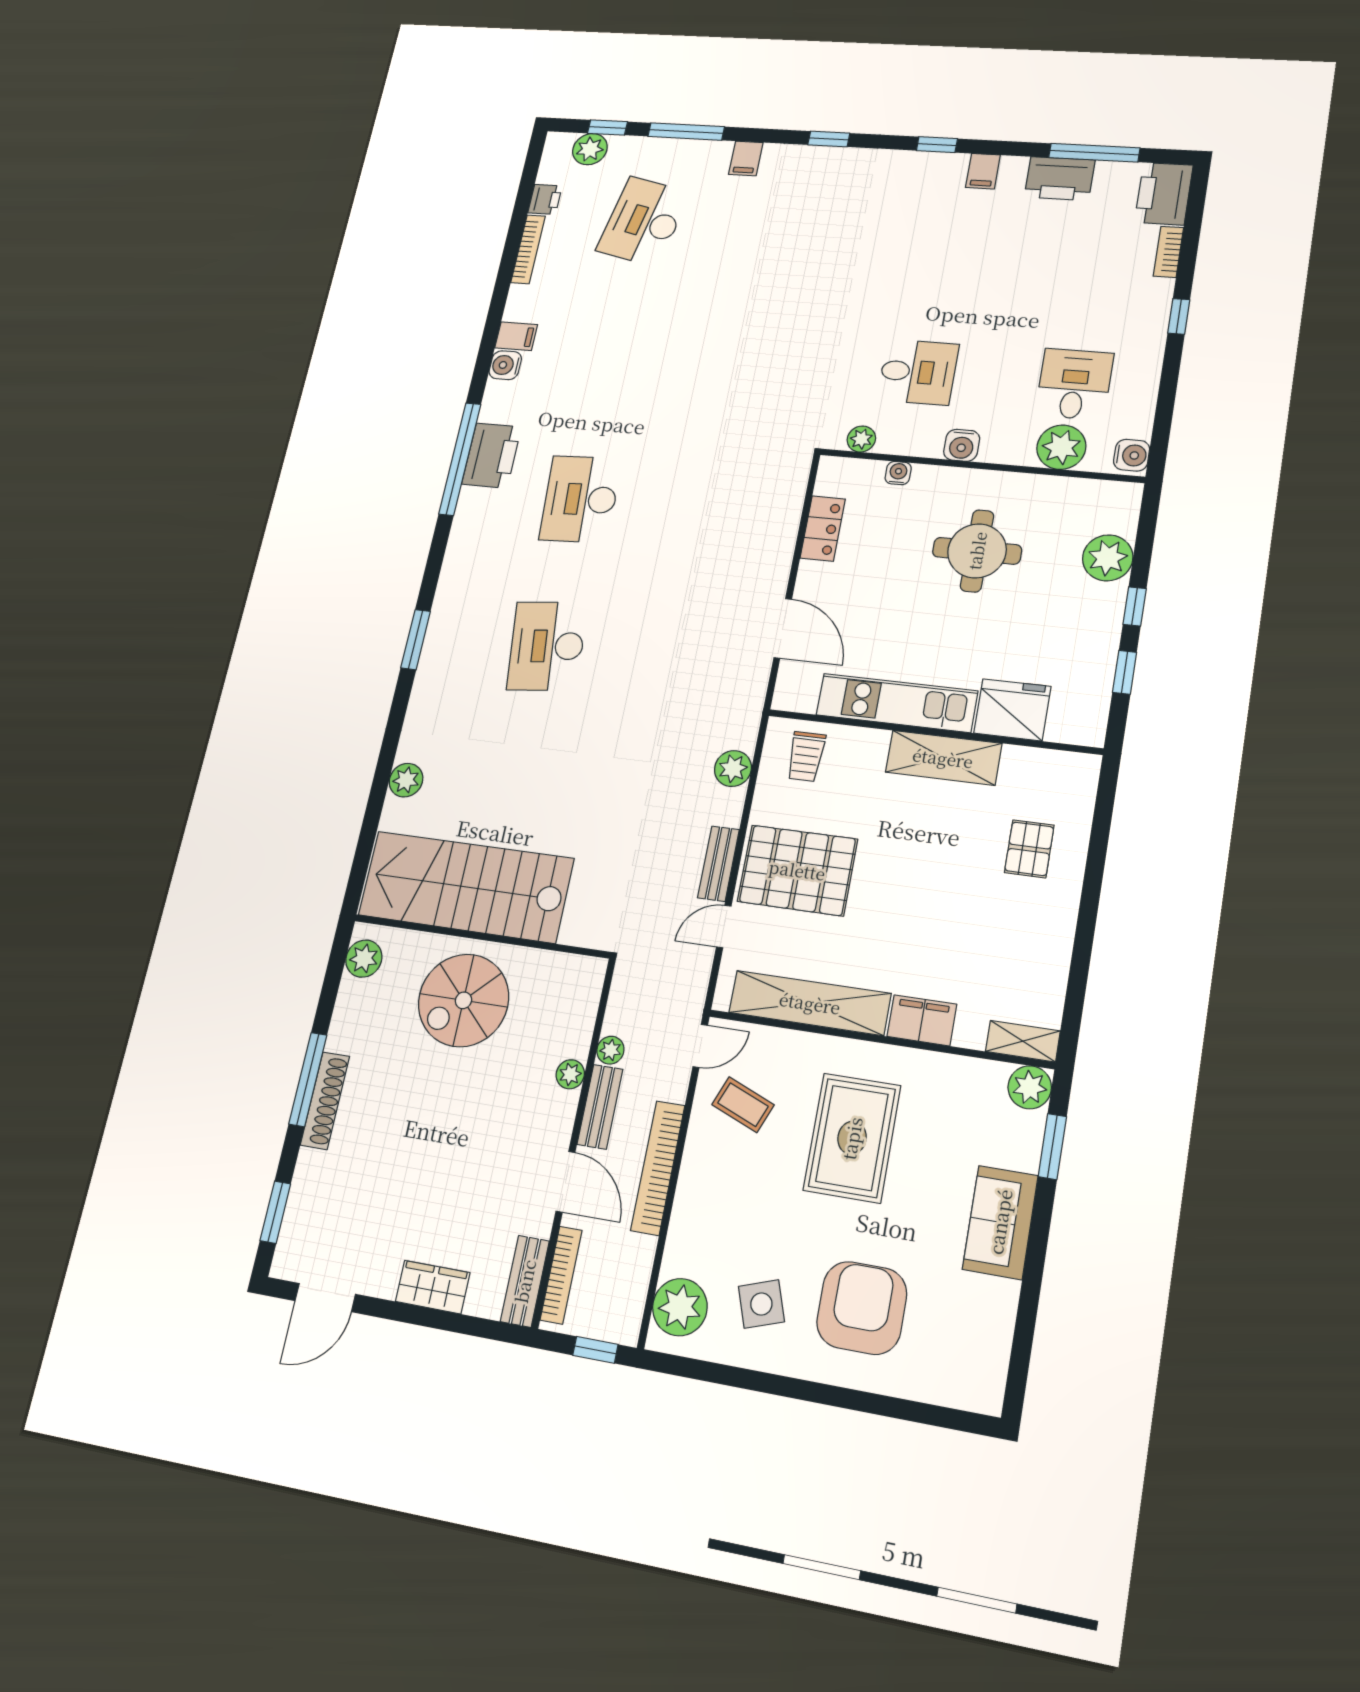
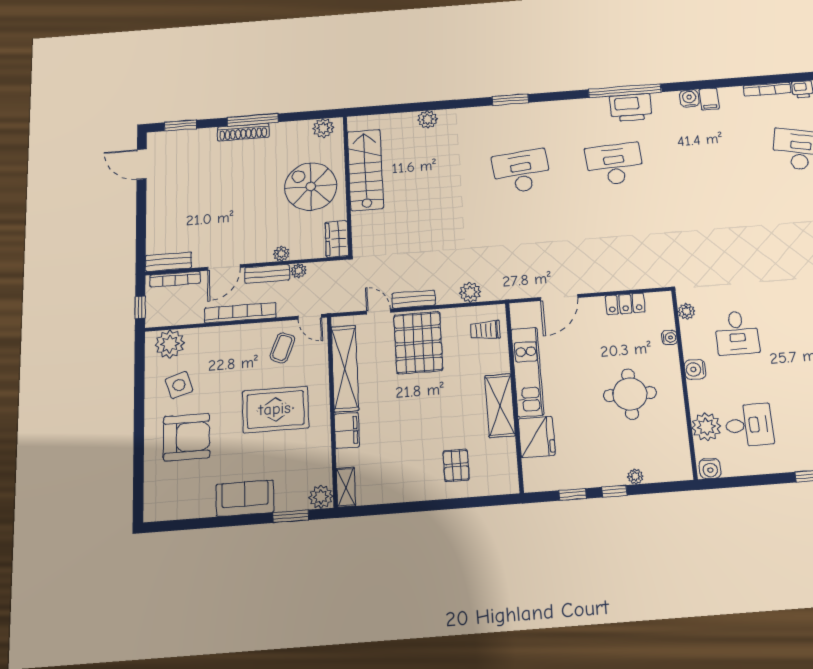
plant: (1108, 558) -> (635, 477), width x0.53, depth x0.53
pallet: (1029, 849) -> (456, 465), turned 90
stairs: (466, 887) -> (365, 170), width x0.73, depth x0.66
wardrobe: (433, 1287) -> (337, 239), moved, turned 180

